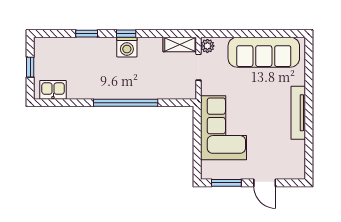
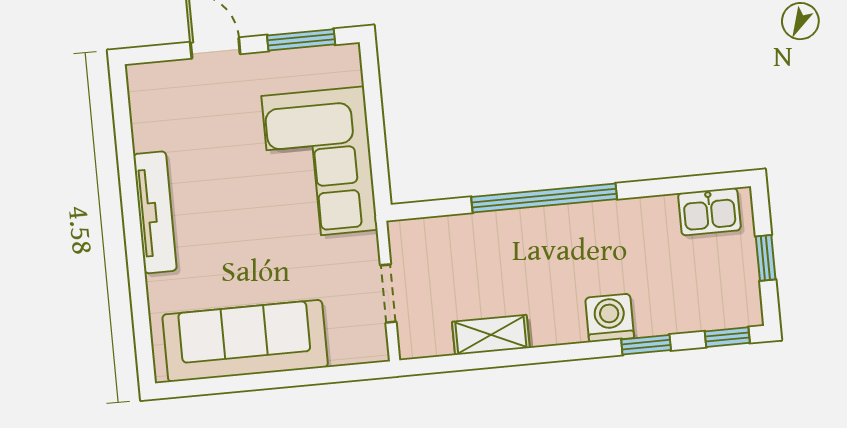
window: (126, 34) -> (727, 337), moved
shelving: (180, 45) -> (491, 335), moved
plant: (207, 46) -> (373, 343), removed
washing machine: (127, 47) -> (610, 318), moved

